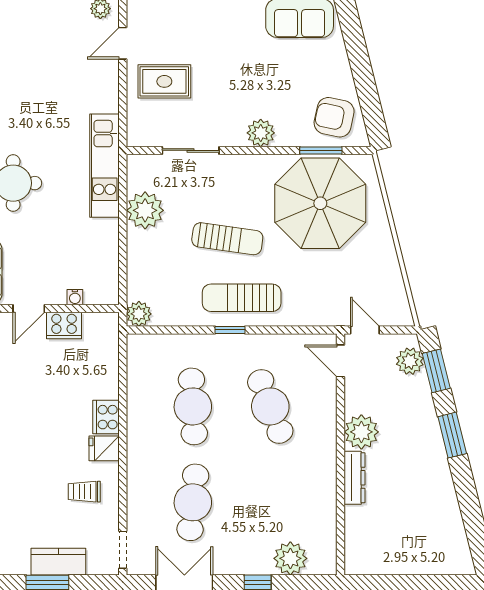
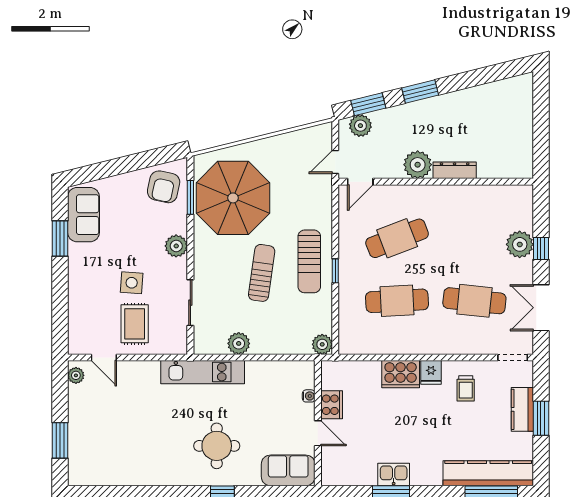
side table: (215, 78) -> (132, 283), added
plant: (145, 210) -> (239, 343), width x0.73, depth x0.73
cooker: (106, 417) -> (401, 374), width x1.37, depth x1.31
plant: (290, 558) -> (520, 244), moved

